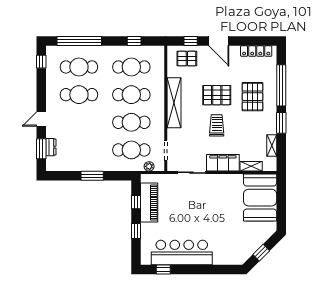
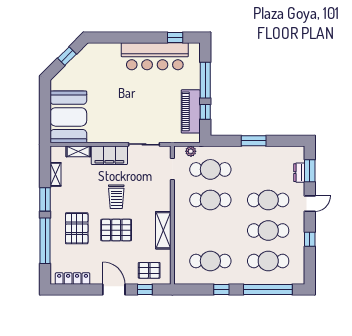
window: (134, 41) -> (221, 290), moved
window: (41, 62) -> (310, 239), moved
cafe table: (131, 95) -> (268, 200), moved
shelving: (174, 103) -> (163, 230), width x0.68
window: (136, 231) -> (205, 80), width x2.17

